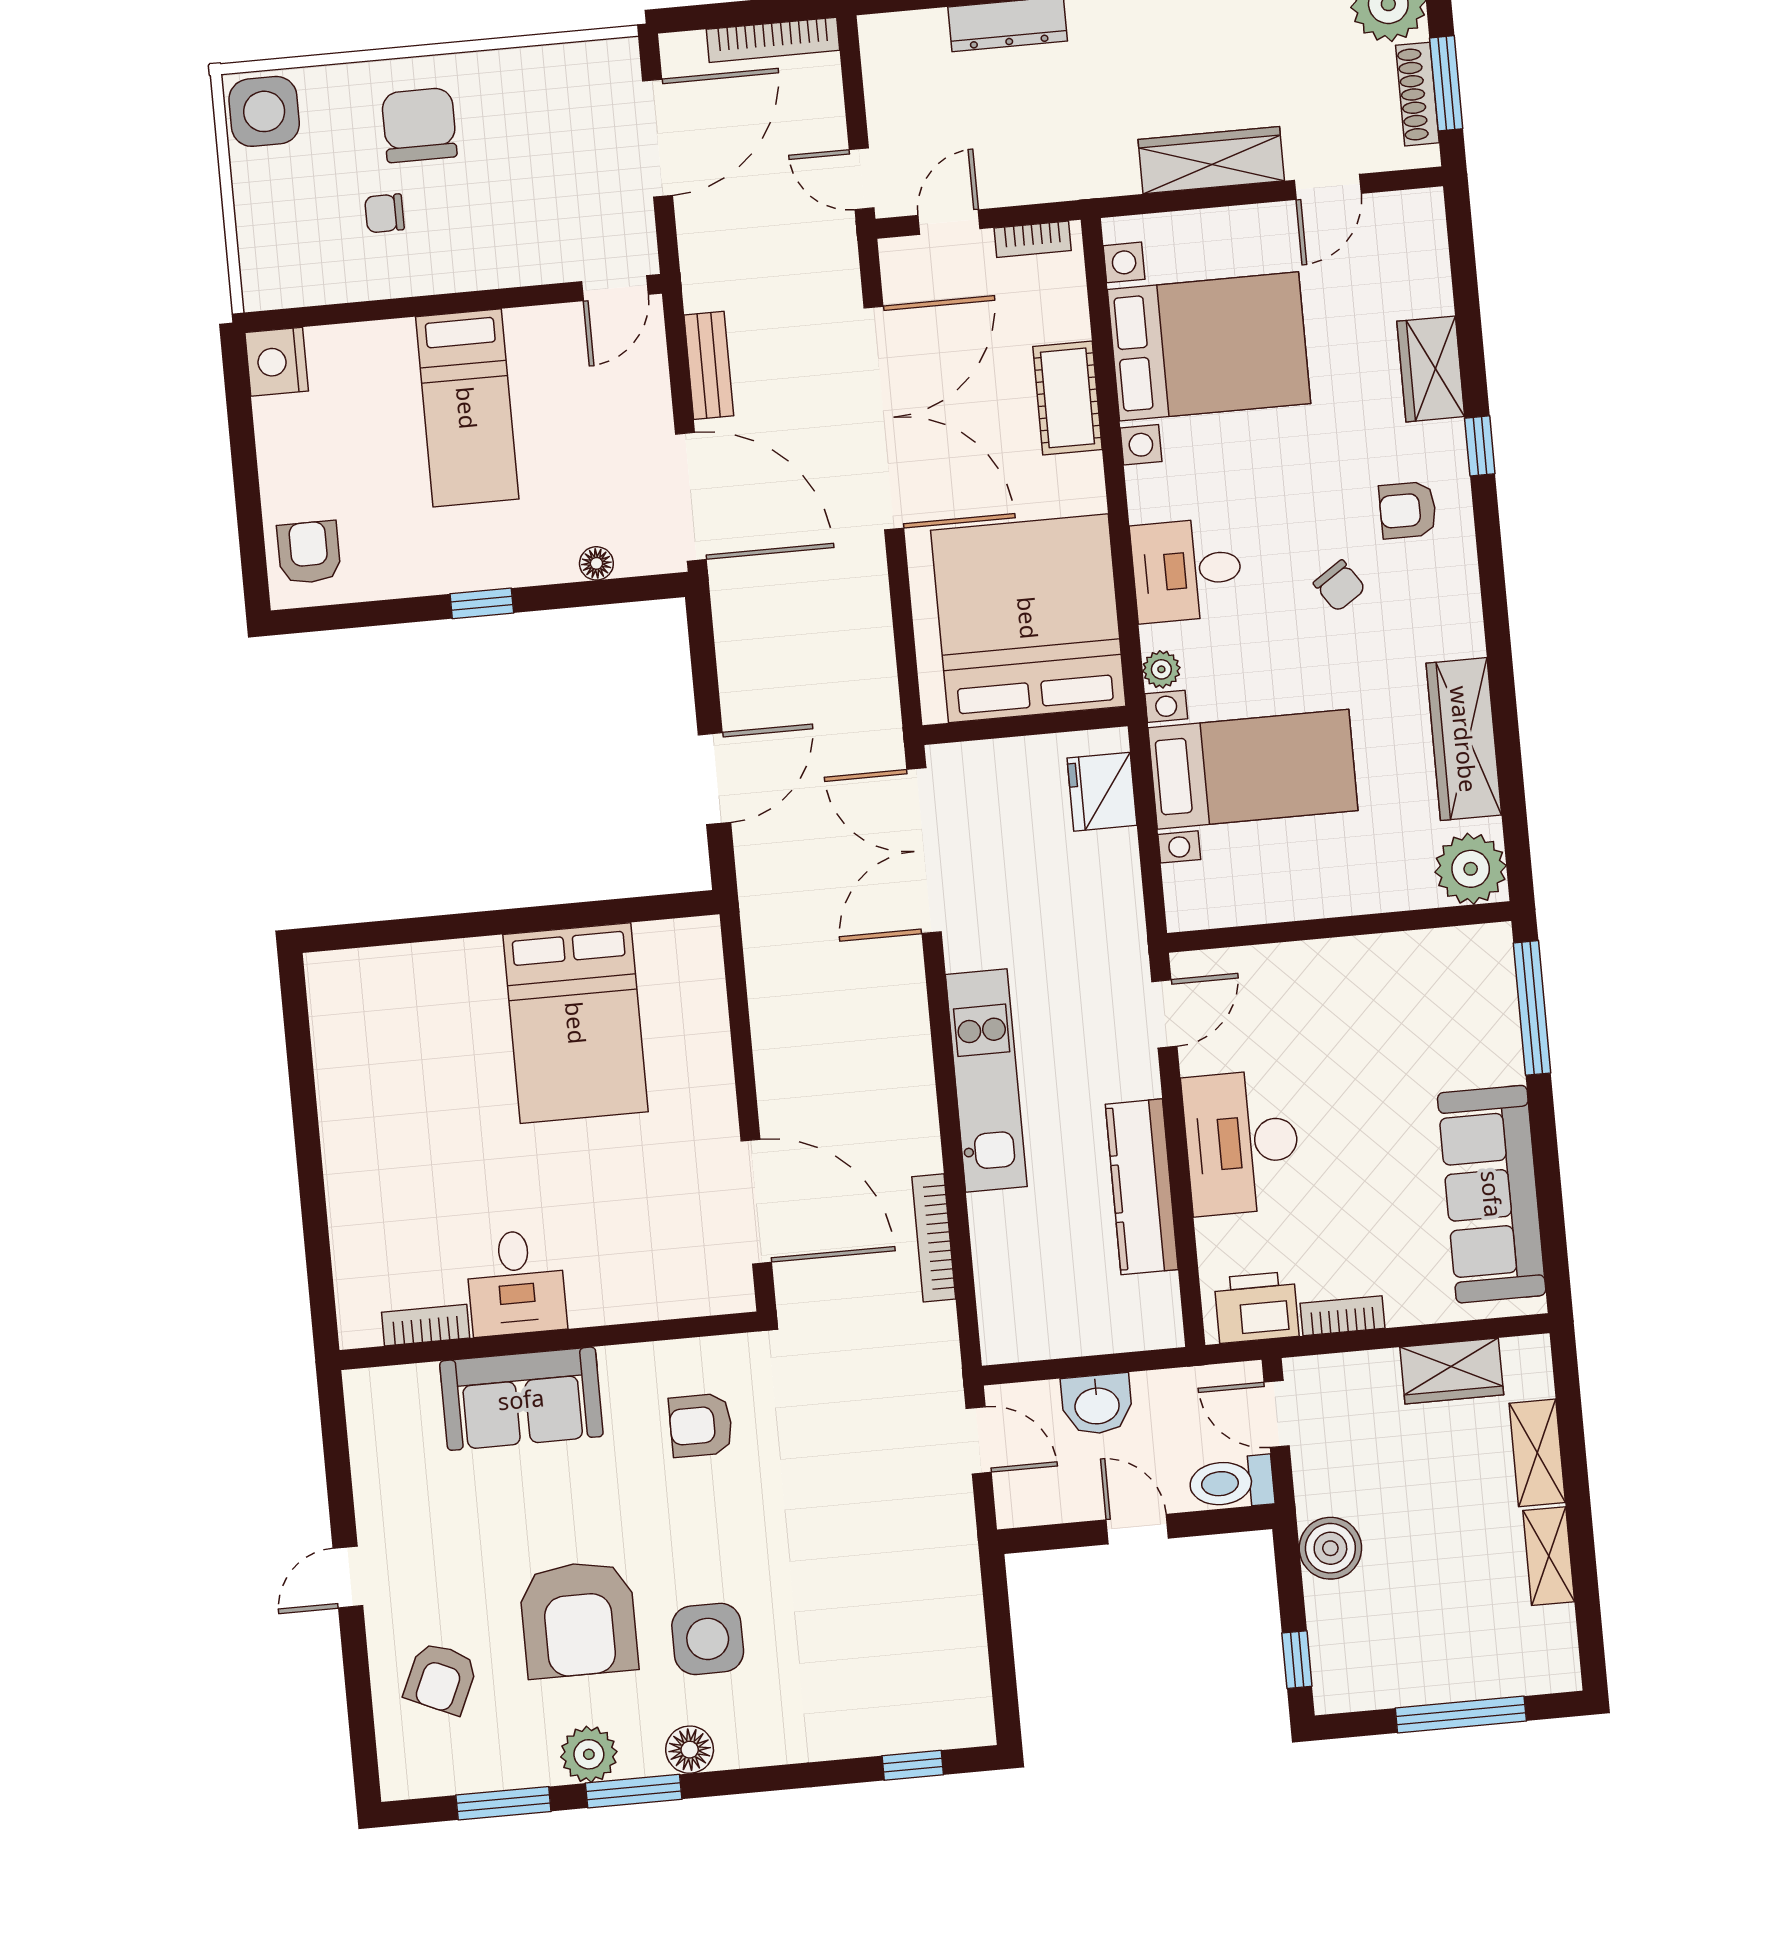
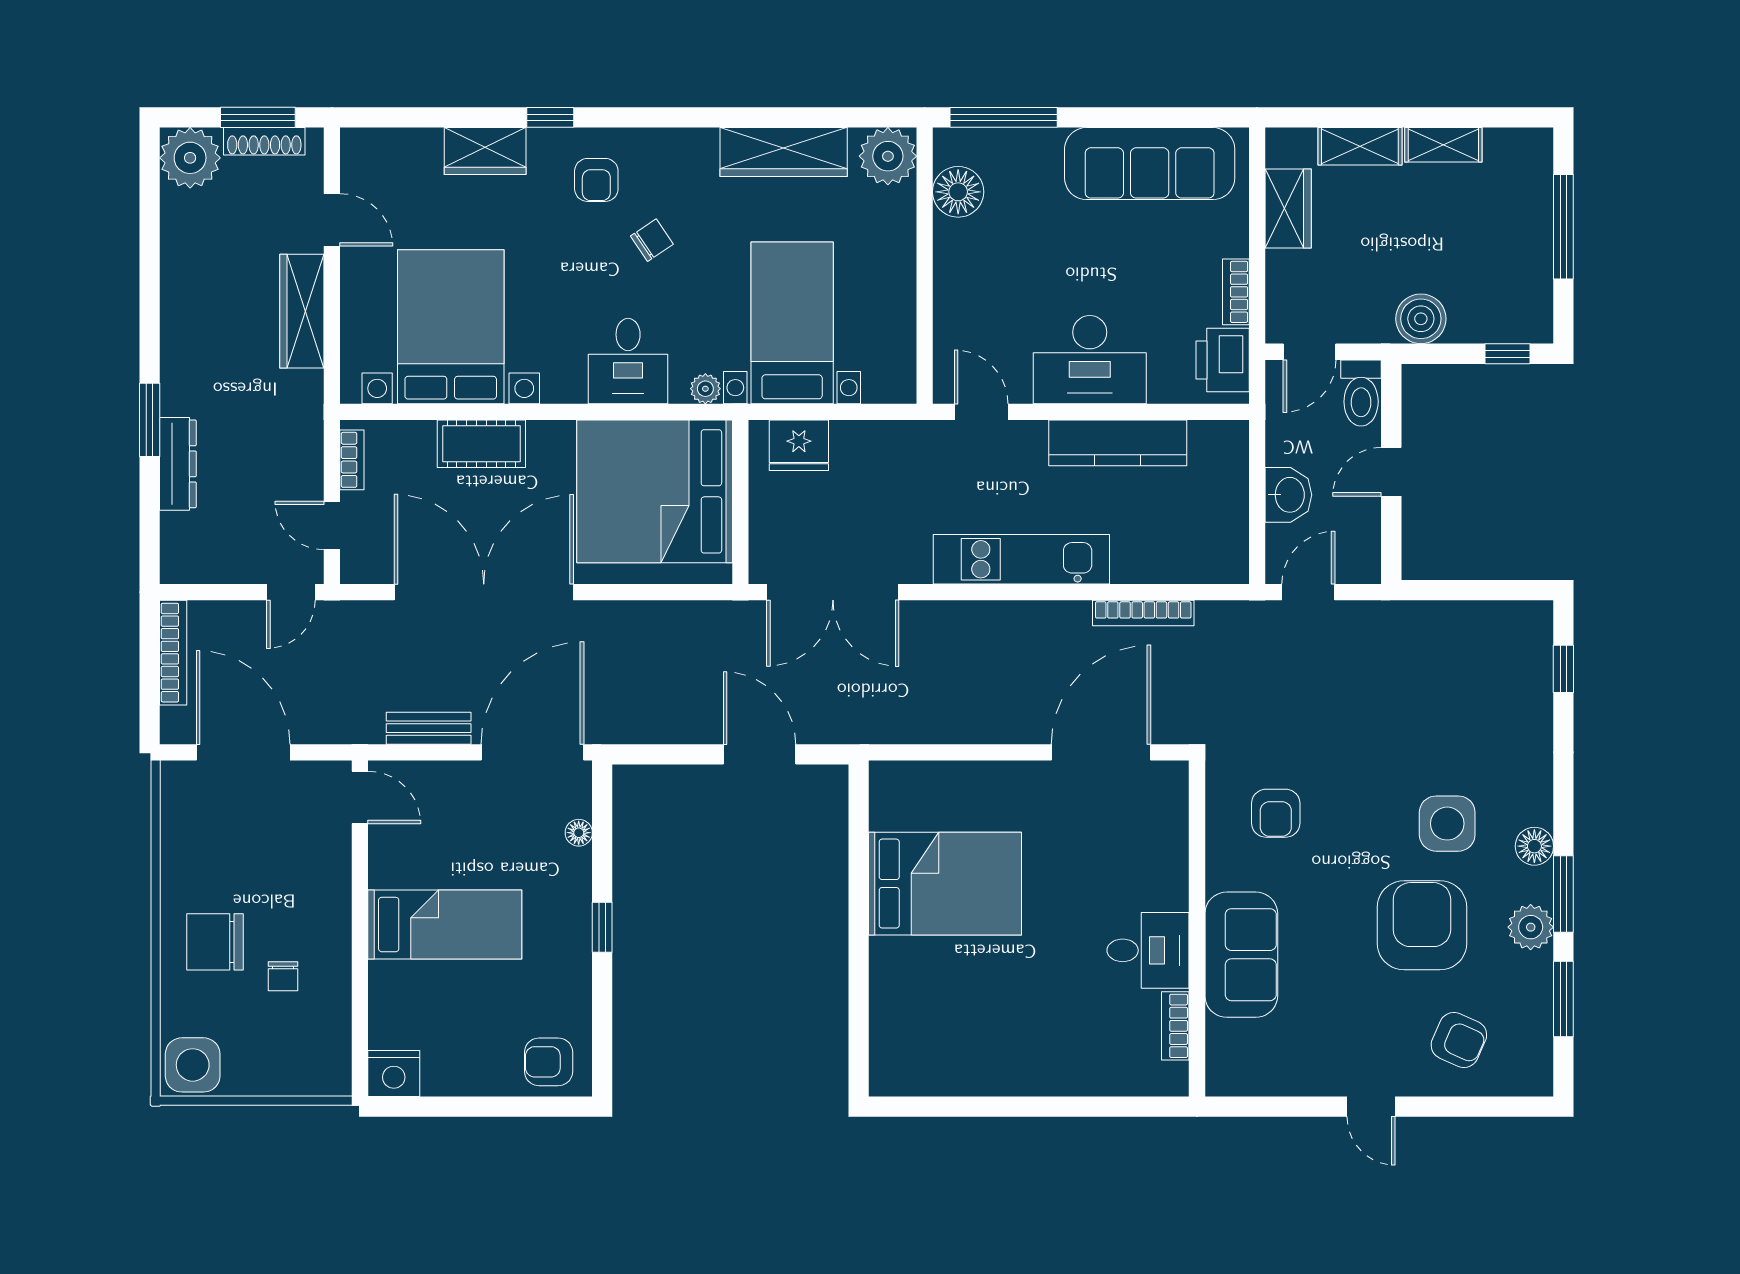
floor lamp: (1435, 960) -> (958, 192), added
armchair: (579, 1619) -> (1422, 925), turned -90

